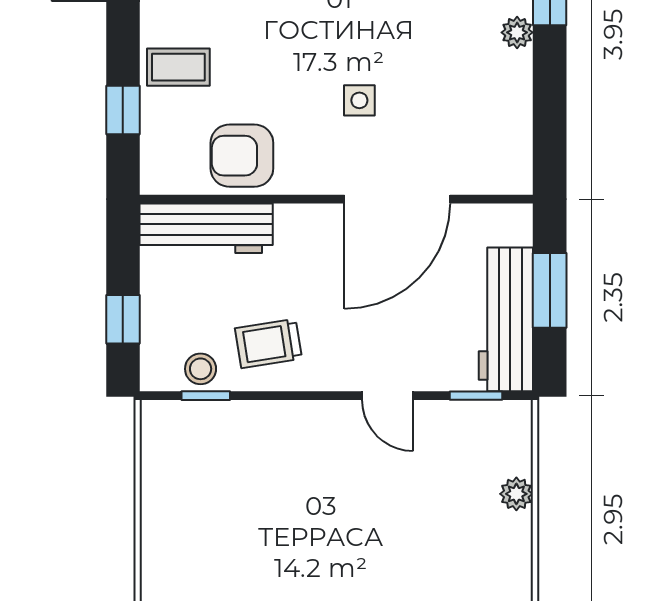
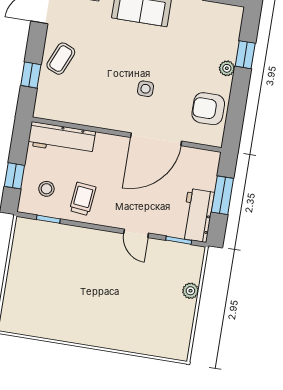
coffee table: (178, 67) -> (61, 59), turned -67
armchair: (242, 156) -> (208, 109), moved
workbench: (506, 319) -> (197, 215), width x0.73
trolley: (268, 343) -> (83, 199), turned 105
stool: (201, 369) -> (46, 189), moved

